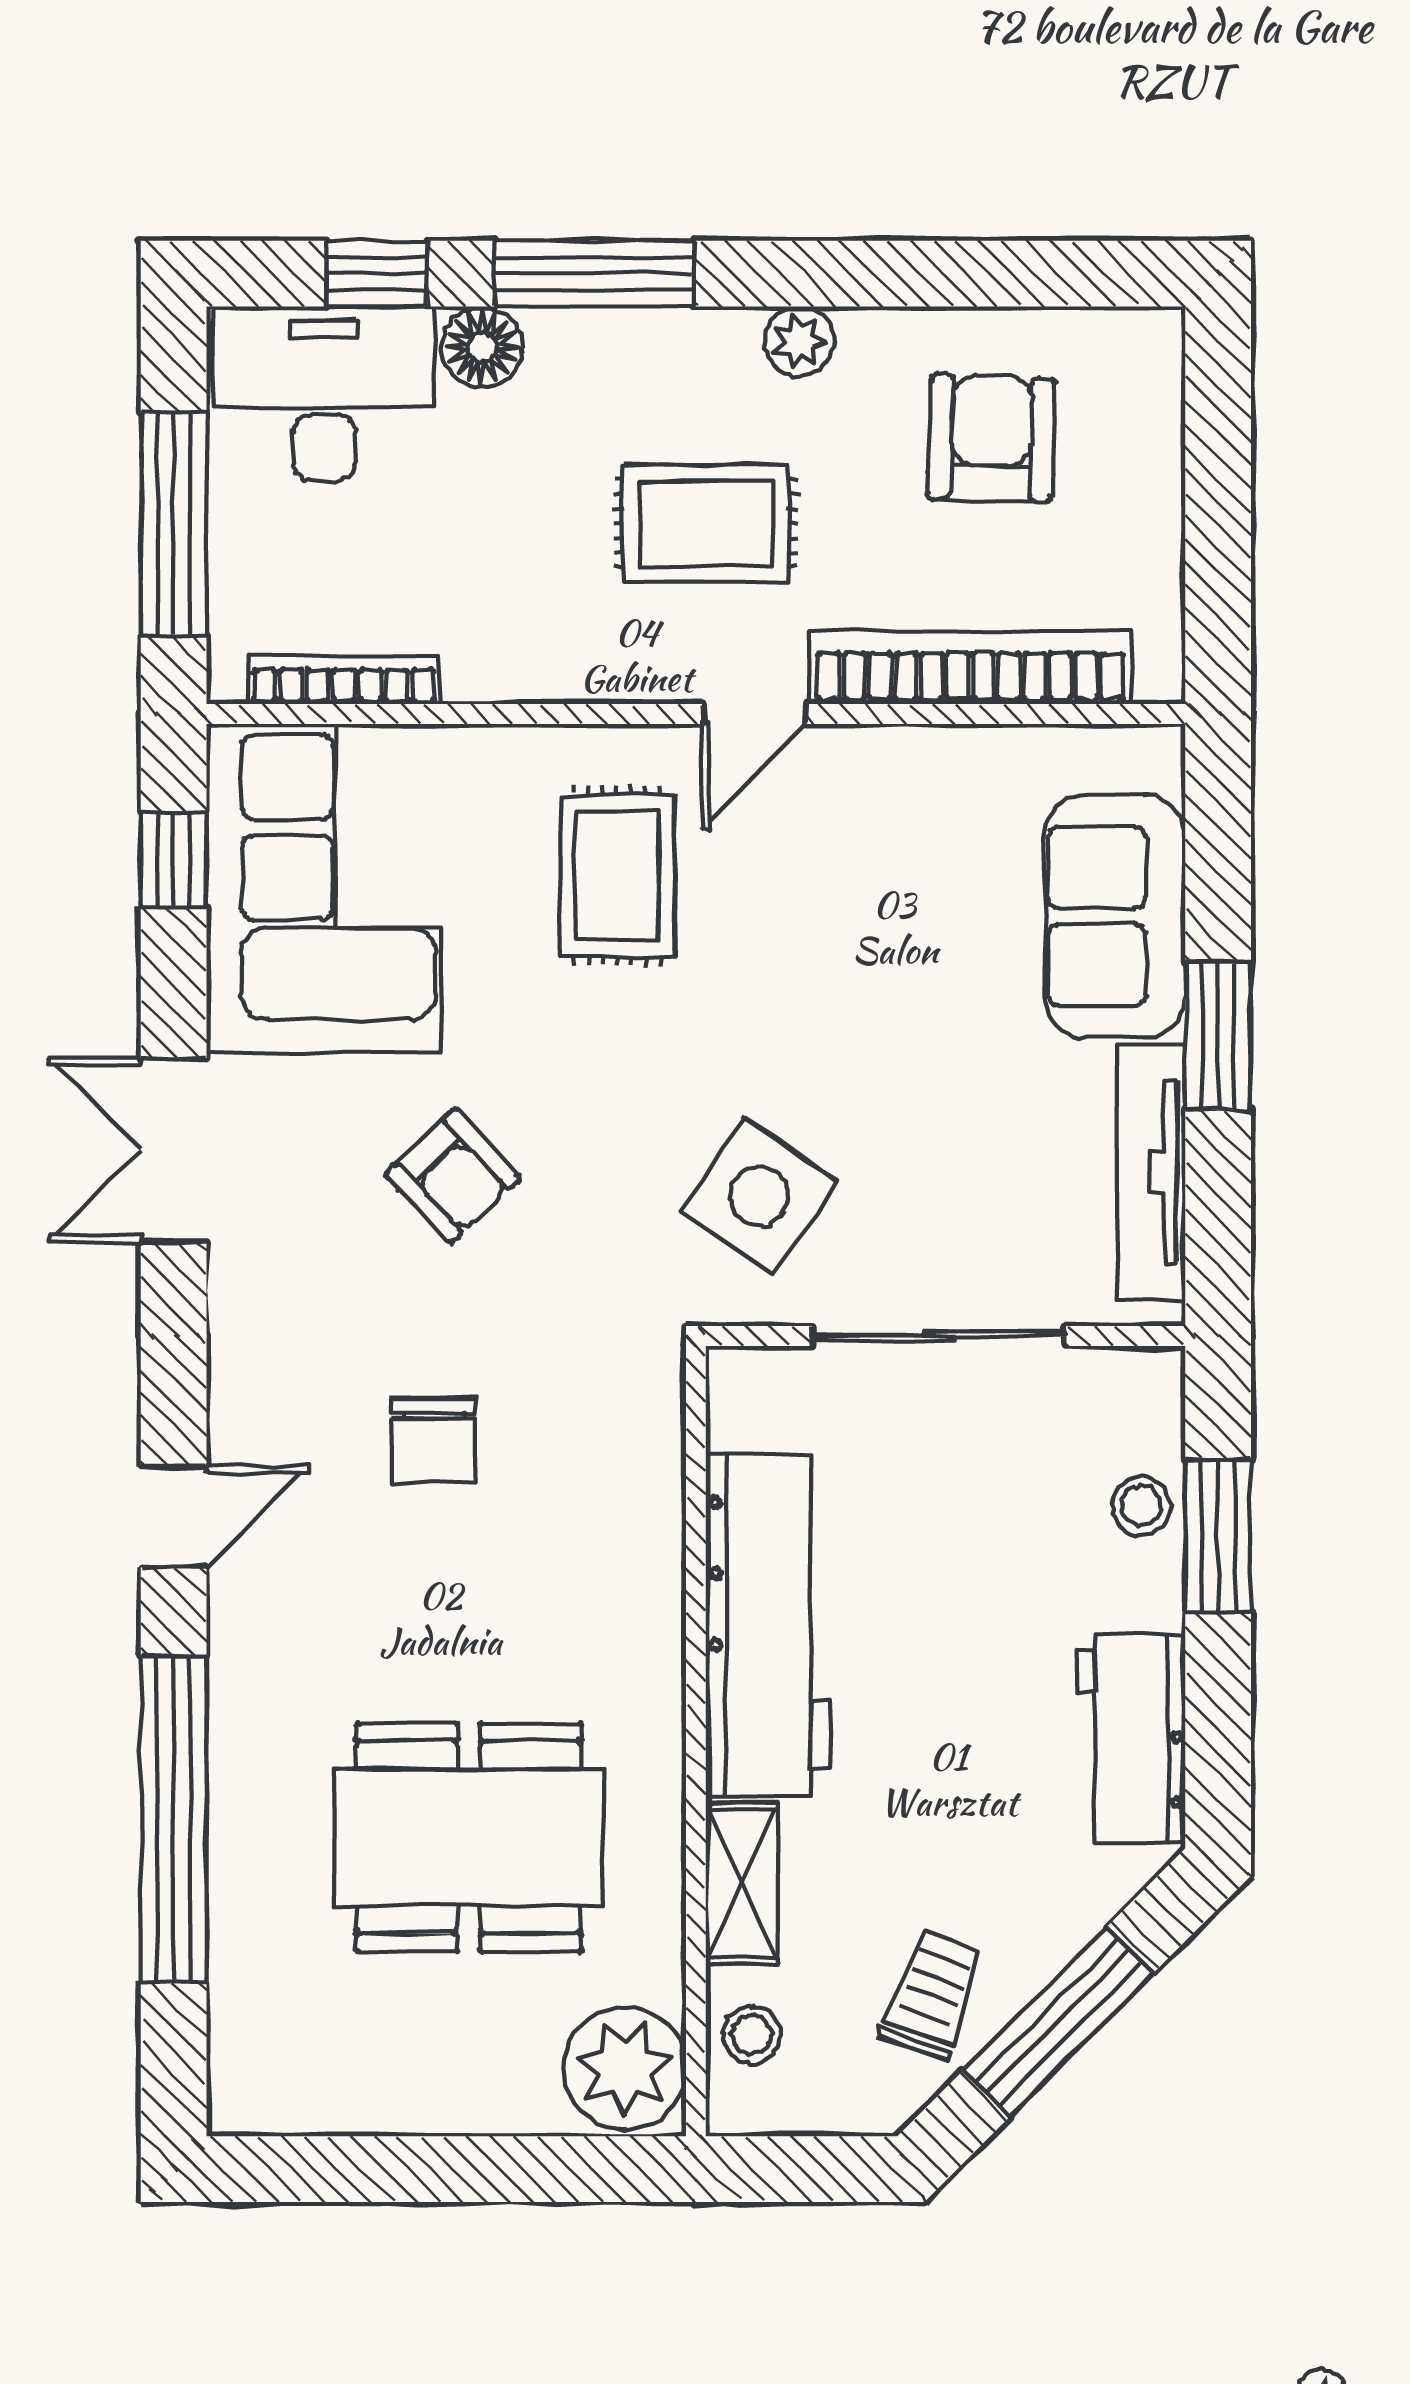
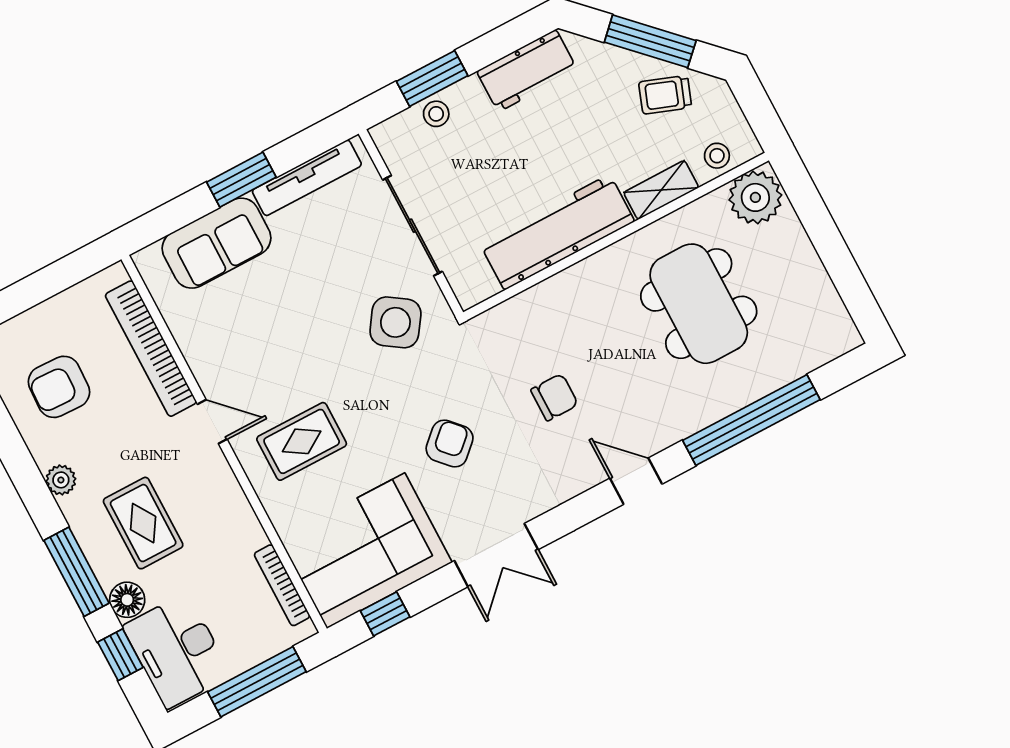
rug: (706, 523) -> (143, 523), moved

